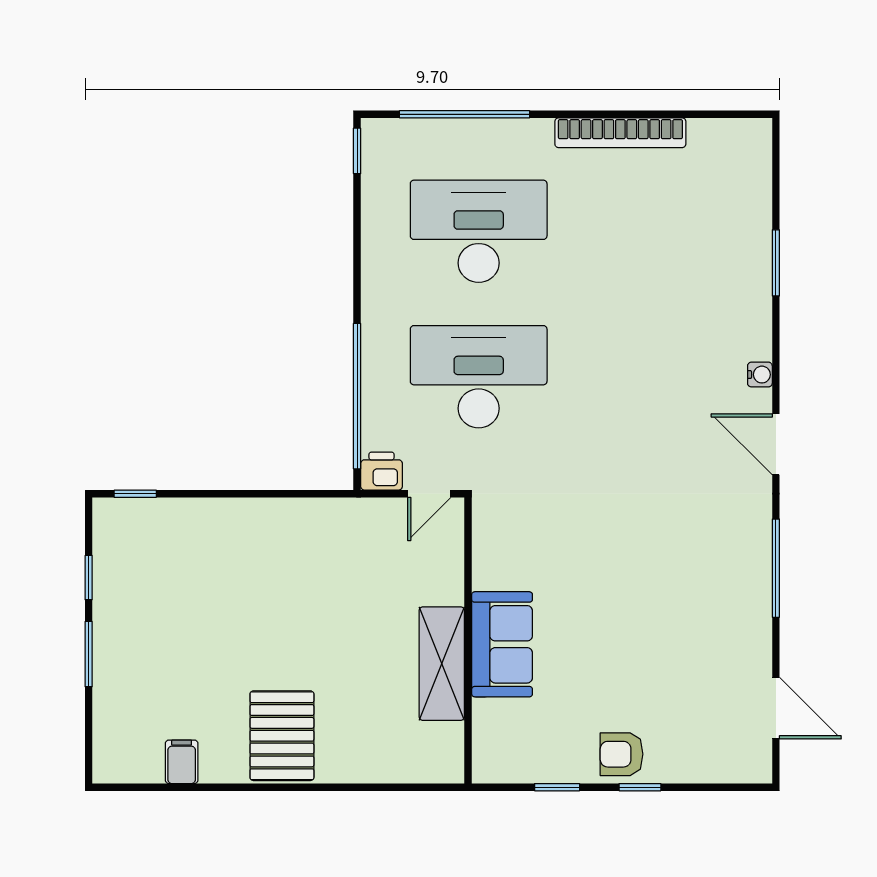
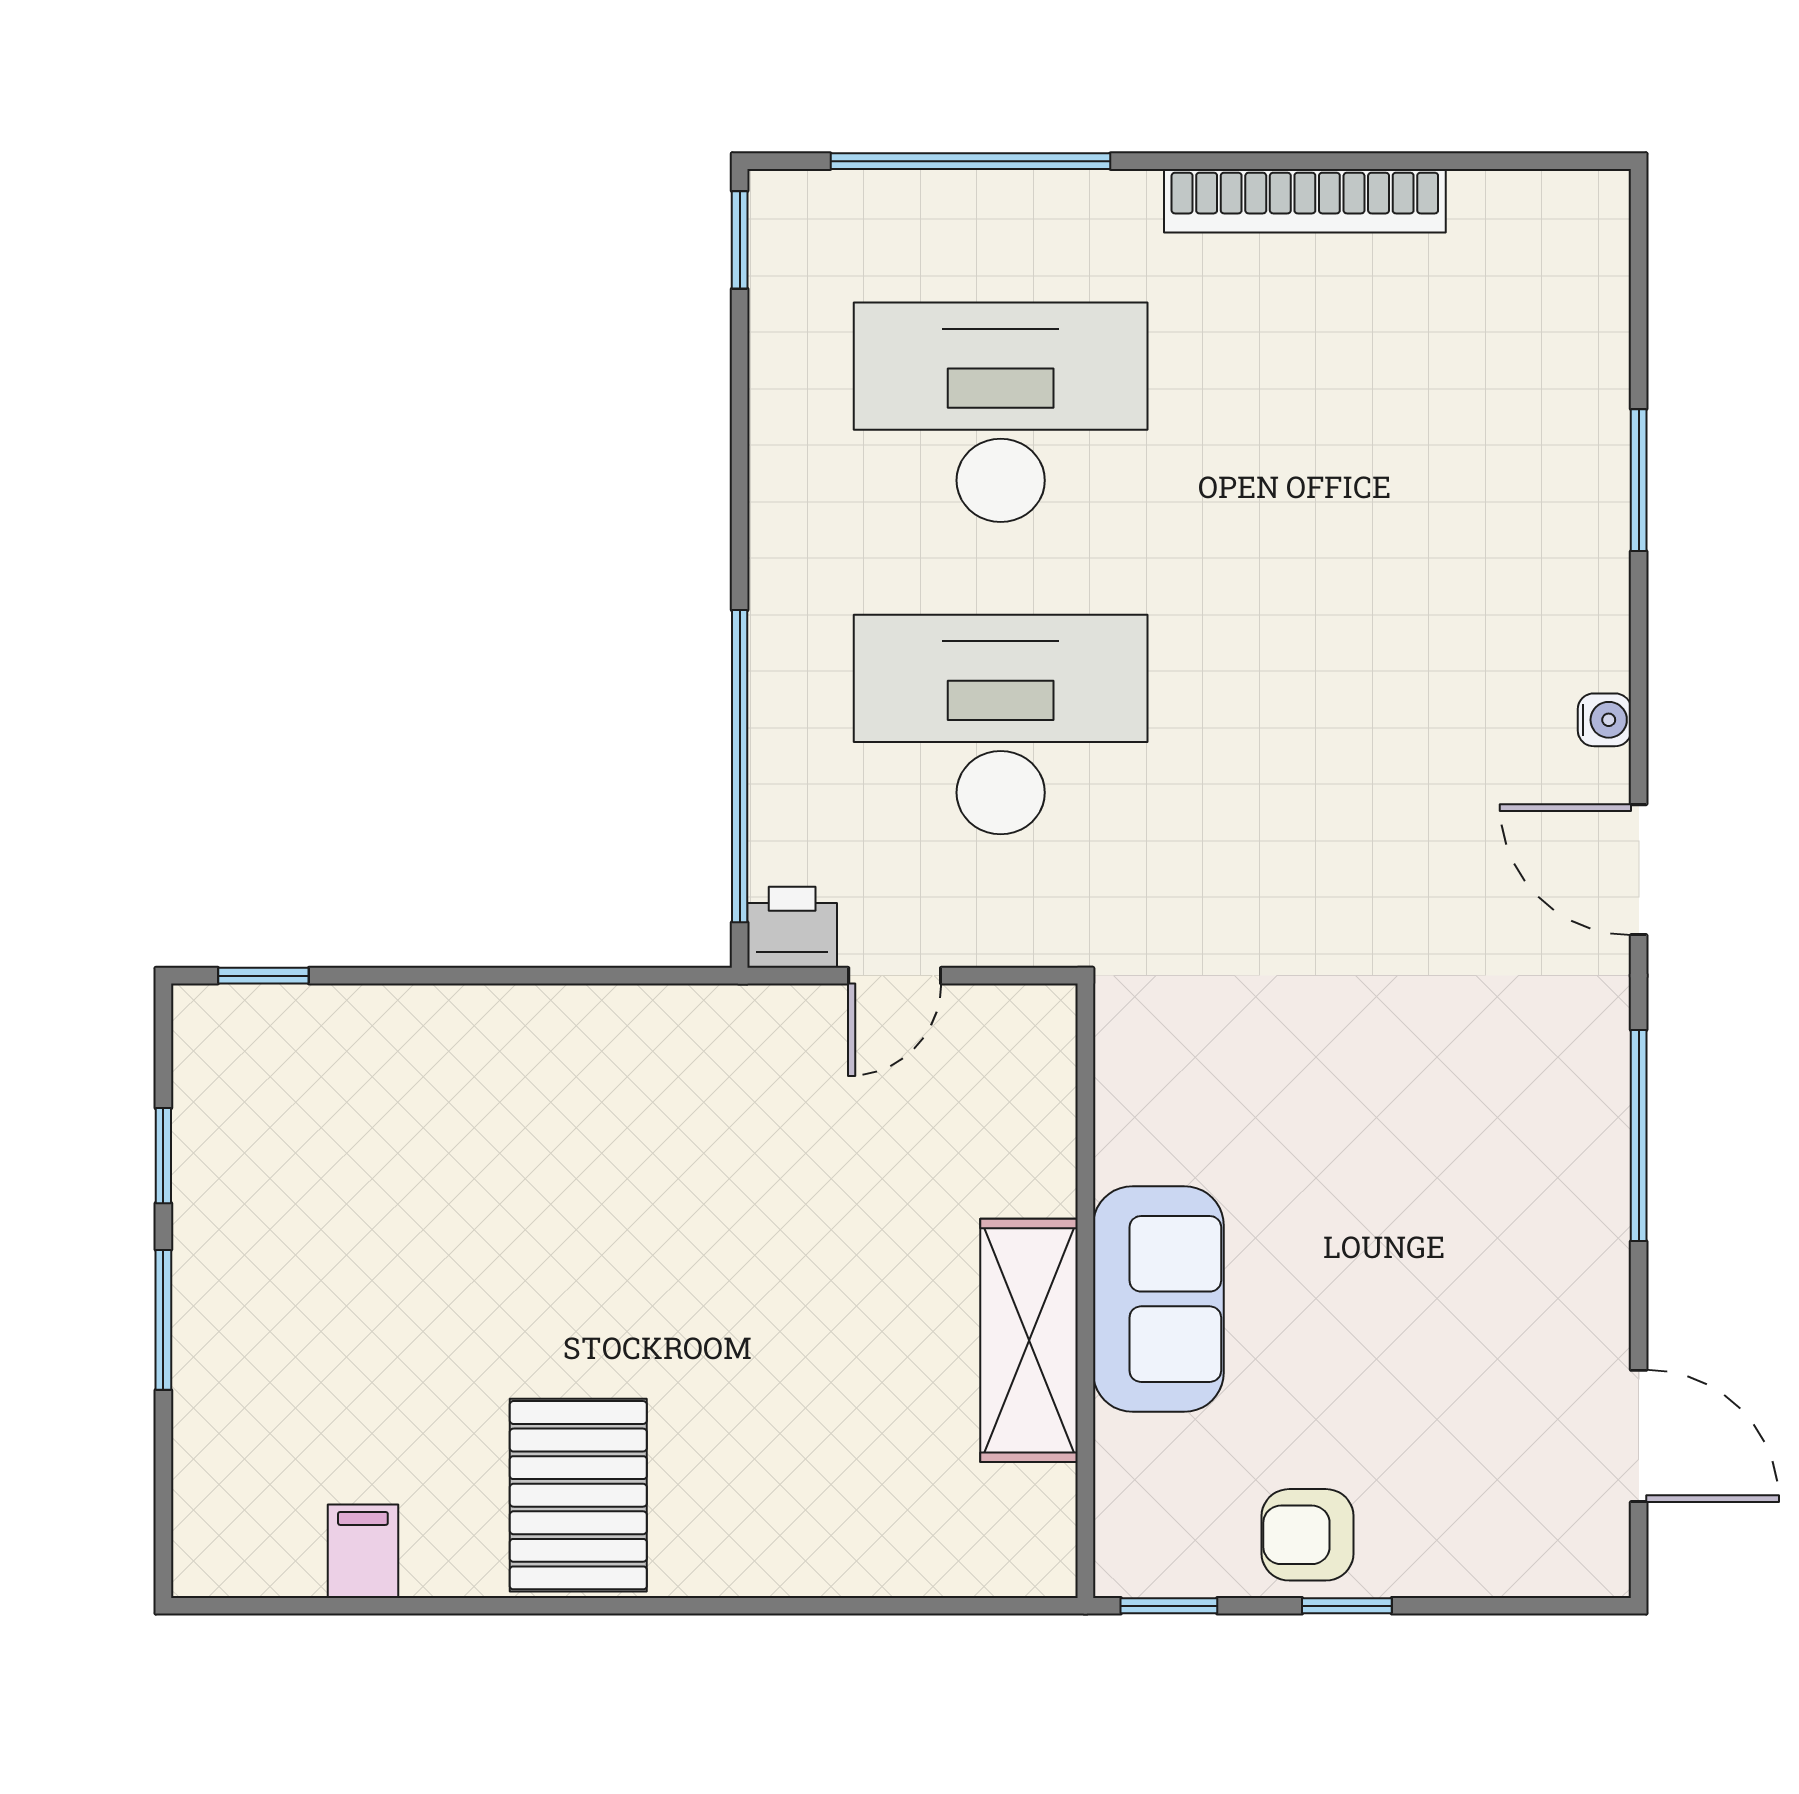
wall: (468, 640) -> (1085, 1291), moved
sofa: (502, 644) -> (1158, 1299), moved
shelving: (442, 664) -> (1029, 1340), moved

